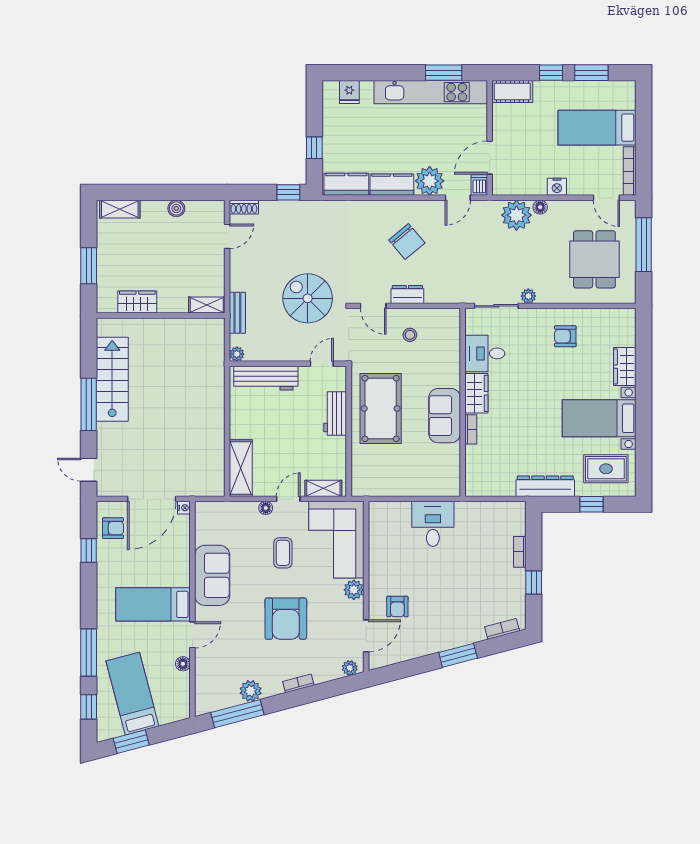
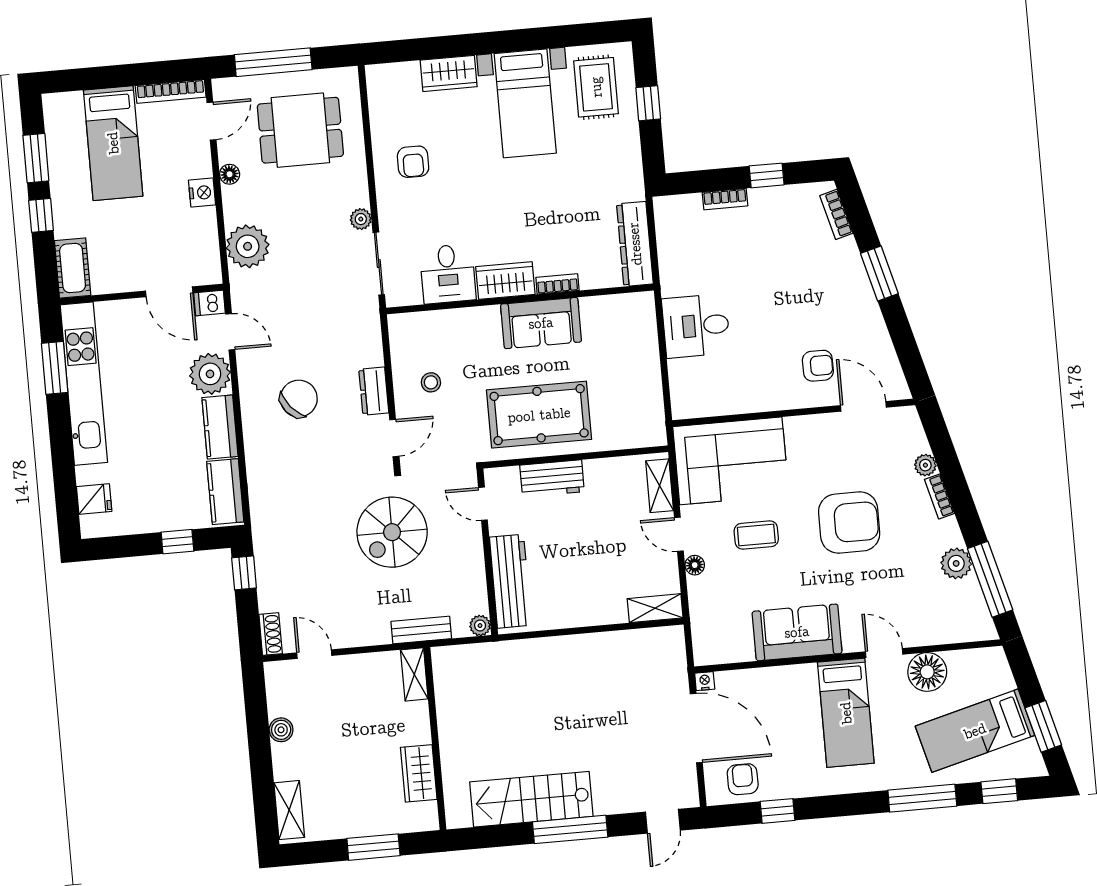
floor lamp: (540, 207) -> (230, 174), moved
shelving: (241, 468) -> (655, 608), width x0.67, depth x0.75
dresser: (545, 486) -> (635, 244), moved
plant: (354, 590) -> (800, 430), removed
floor lamp: (183, 664) -> (927, 672), width x1.89, depth x1.89
plant: (350, 668) -> (925, 465), moved

